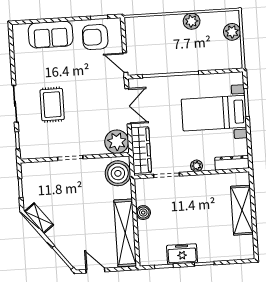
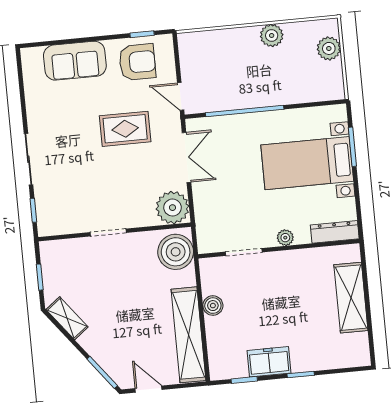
armchair: (95, 37) -> (137, 62), turned 180
rug: (52, 105) -> (125, 129), moved, turned 90
wardrobe: (141, 150) -> (207, 218), removed

